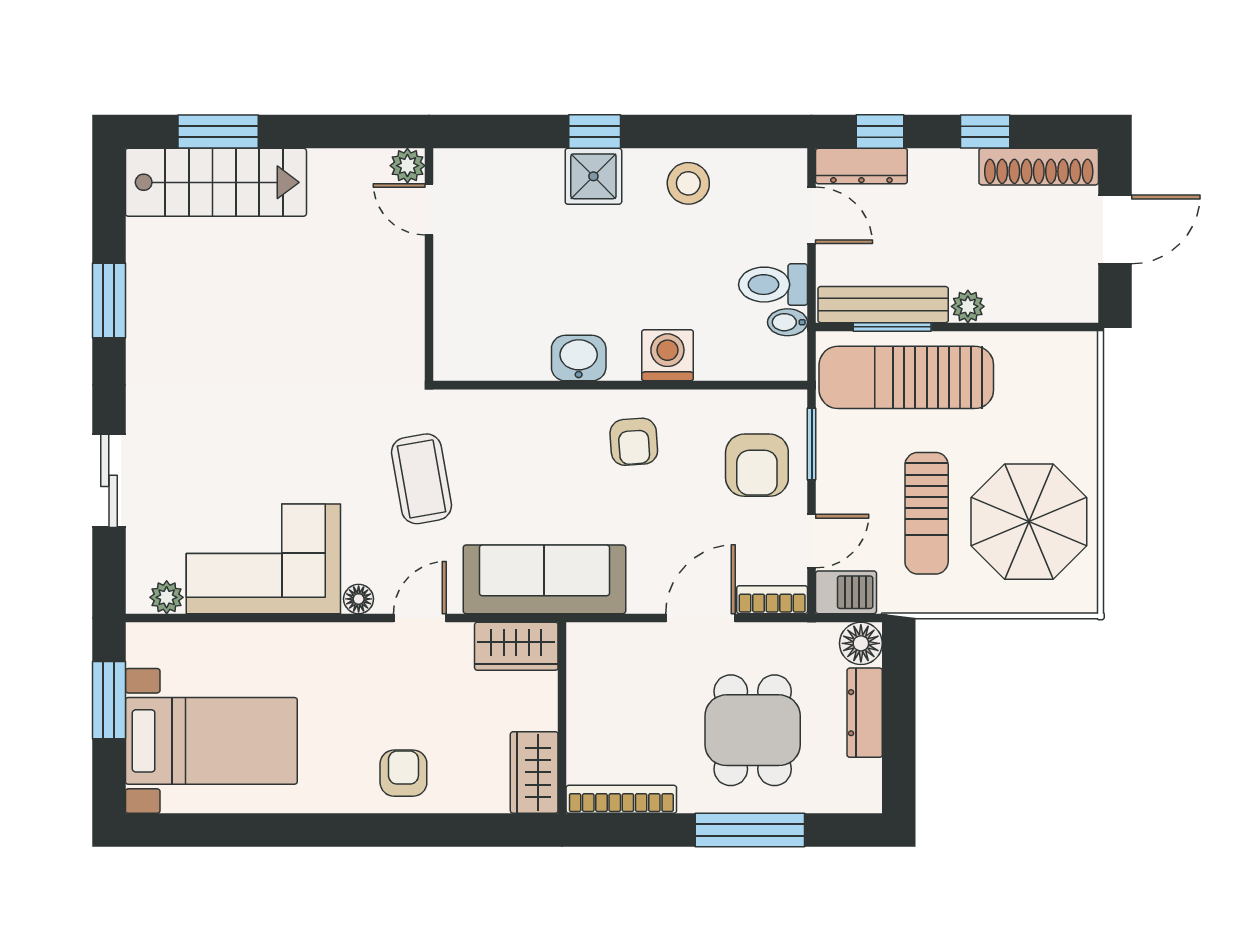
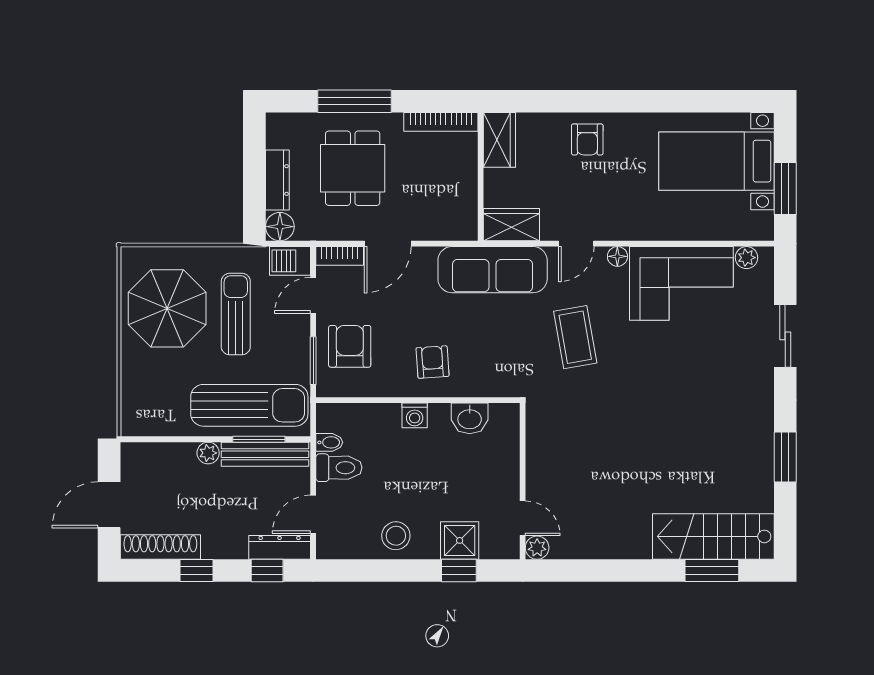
plant: (407, 166) -> (537, 548), moved
door: (429, 209) -> (523, 518), moved
door: (812, 215) -> (313, 514), hinge flipped
wall: (429, 265) -> (523, 481), moved
washing machine: (667, 355) -> (415, 415), width x0.73, depth x0.73

